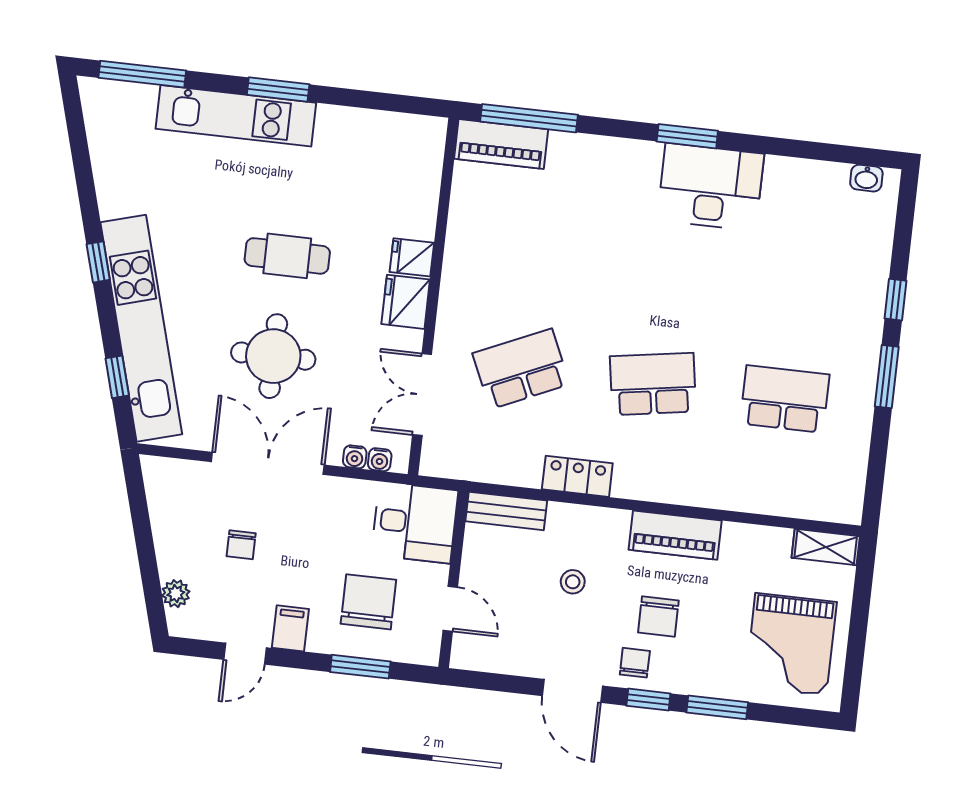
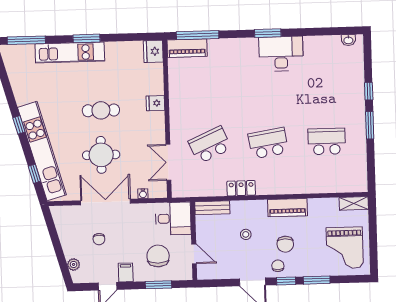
fridge: (406, 302) -> (153, 51), moved
water cooler: (380, 460) -> (154, 193), removed

